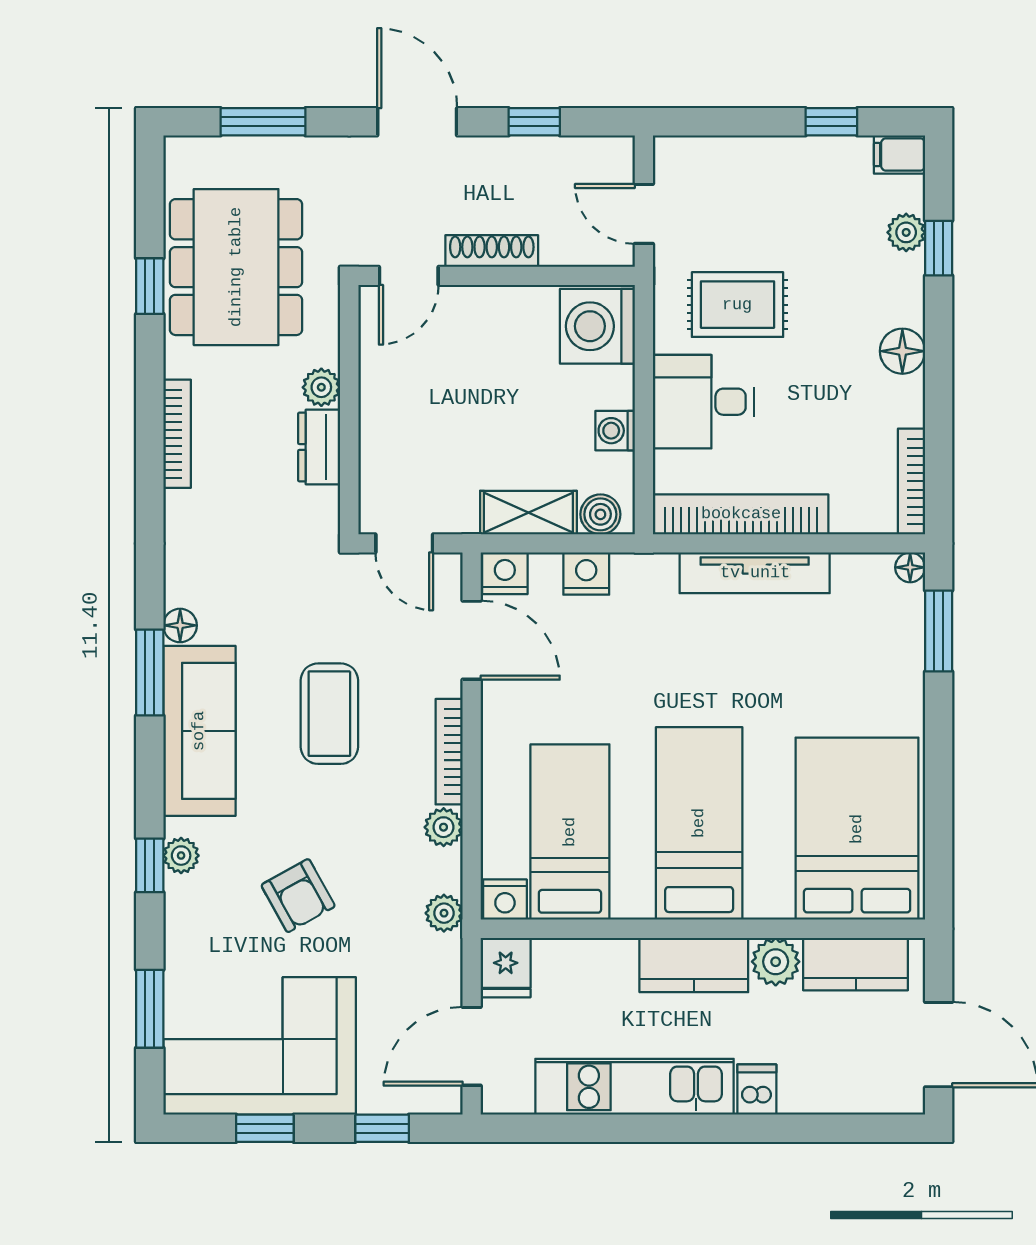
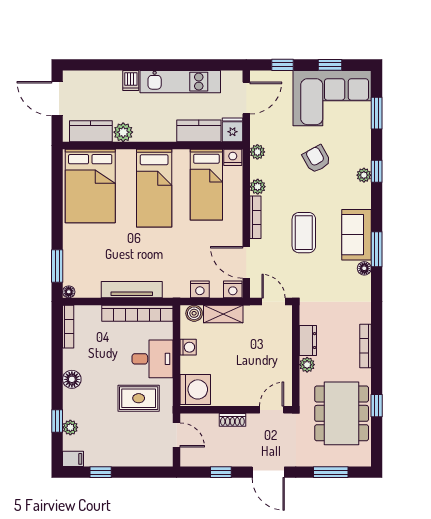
shoe rack: (492, 251) -> (232, 420), width x0.70
sofa: (199, 731) -> (356, 235), width x0.73
kitchen counter: (694, 965) -> (199, 131), moved

